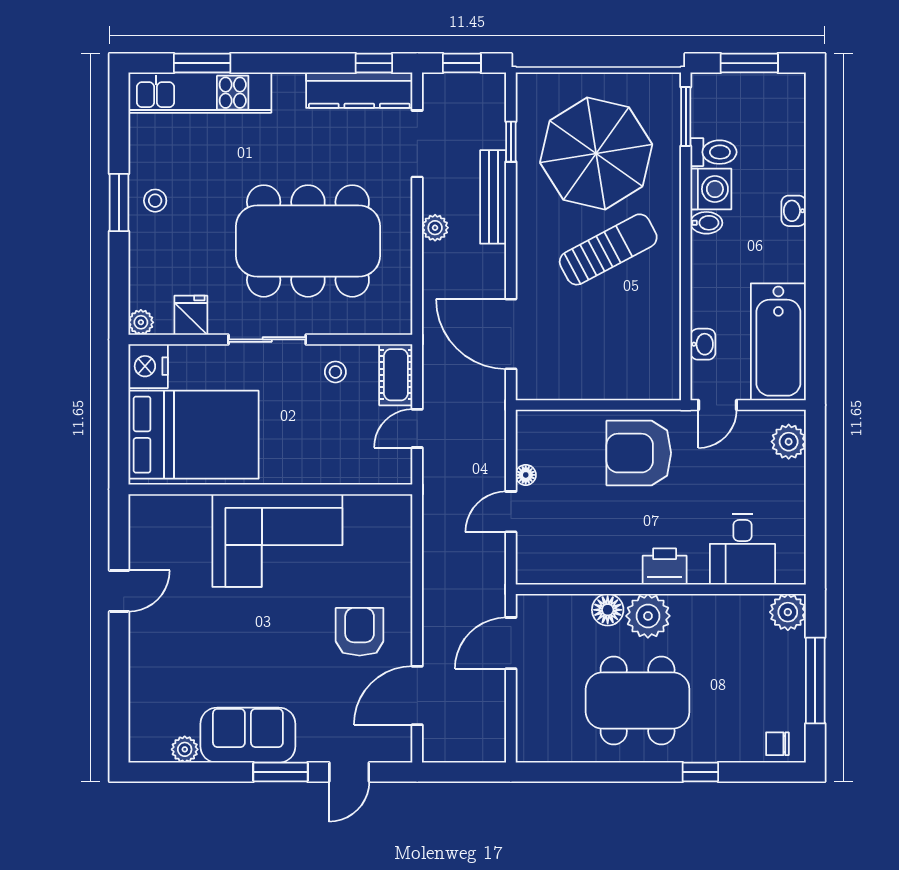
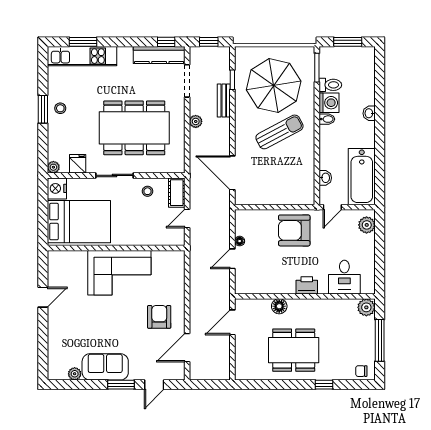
bench: (493, 197) -> (224, 101), width x0.73
plant: (648, 616) -> (299, 309), removed

